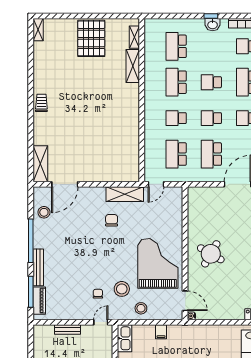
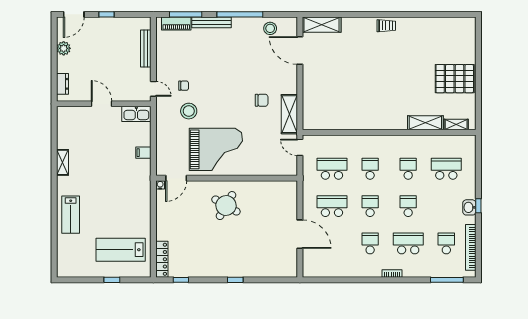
shelving: (38, 30) -> (464, 22), removed
school desk: (176, 82) -> (408, 169), width x0.54
stool: (141, 308) -> (168, 131), removed
bench: (68, 329) -> (146, 48), width x1.36

